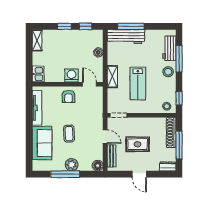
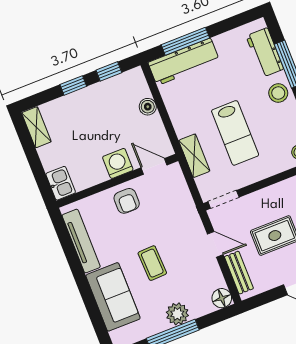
shelving: (112, 77) -> (194, 156), moved

